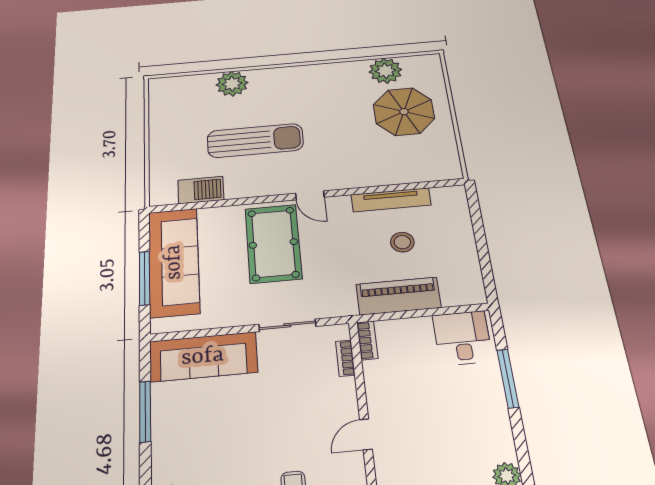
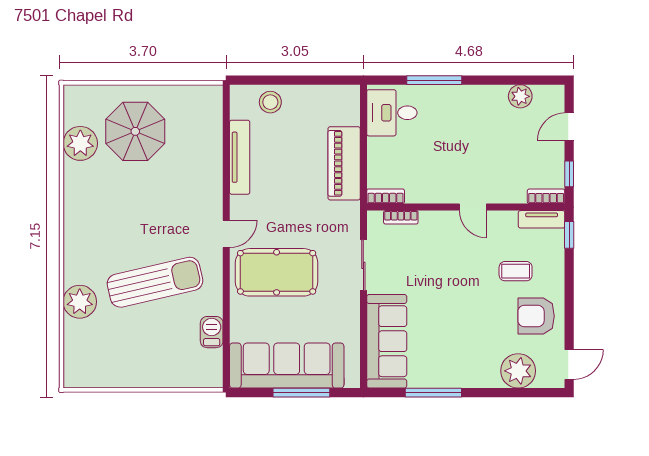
sun lounger: (255, 141) -> (155, 282), turned 77
barbecue: (201, 190) -> (212, 332), width x0.73, depth x0.79
stool: (402, 242) -> (270, 102), moved

